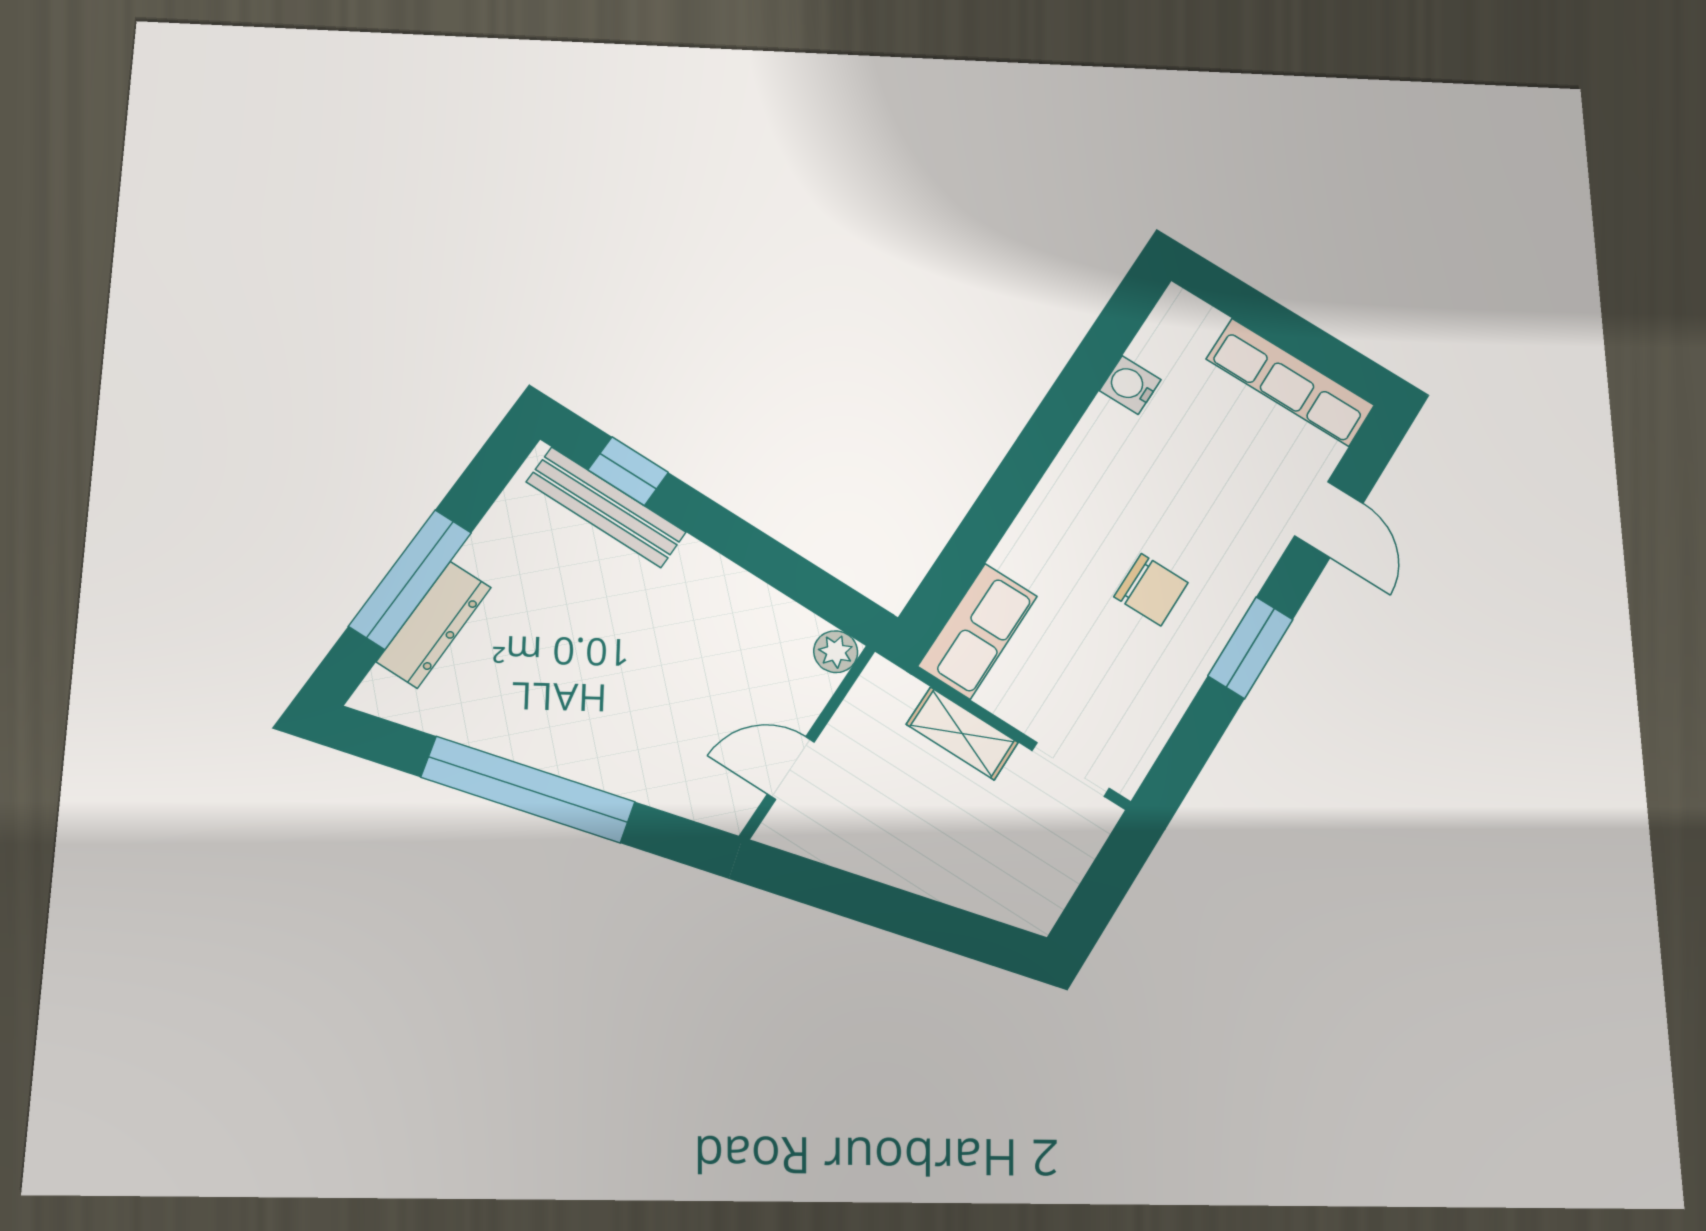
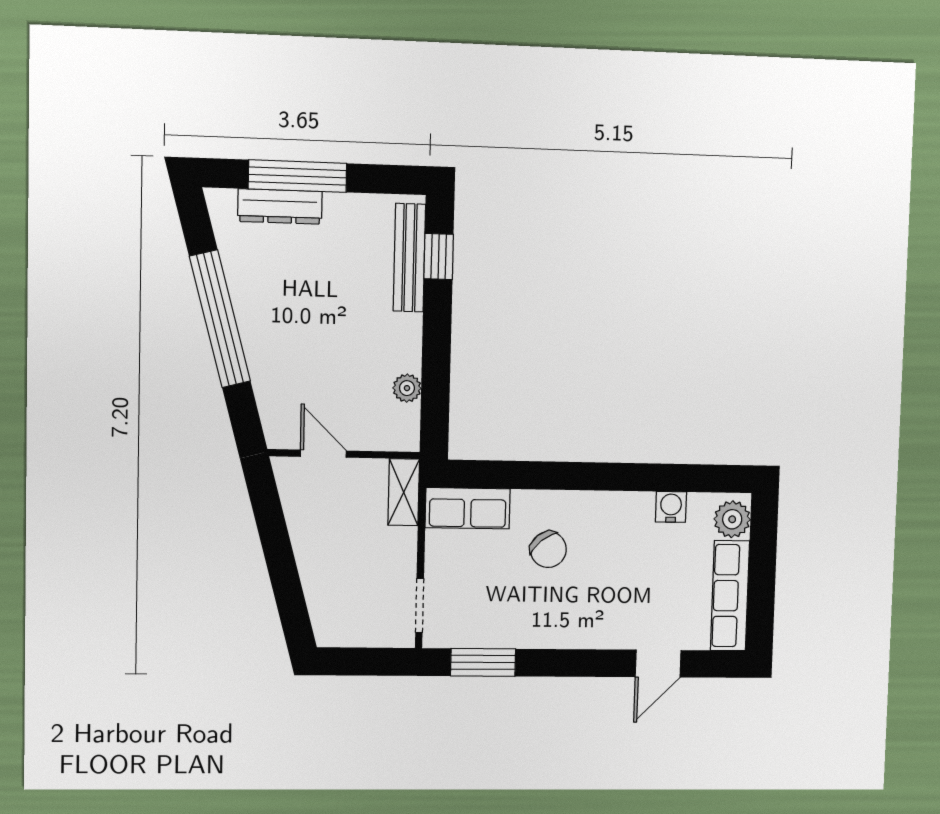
plant: (1191, 323) -> (732, 519), added
chair: (1151, 590) -> (548, 550), moved, turned -40
window: (1250, 648) -> (483, 662), moved
plant: (836, 652) -> (407, 388), moved
shelving: (962, 733) -> (404, 492), moved

